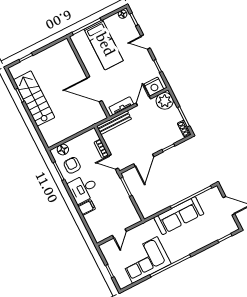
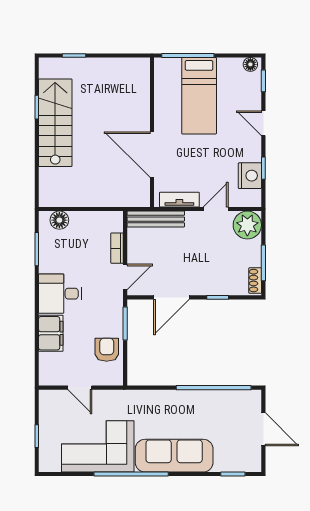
nightstand: (154, 87) -> (250, 176), moved, turned -90
door: (113, 162) -> (125, 277), swing flipped
armchair: (72, 165) -> (107, 350), moved
filing cabinet: (87, 207) -> (51, 333), width x2.00
sofa: (179, 216) -> (174, 456), moved, turned 180
door: (119, 233) -> (80, 388), hinge flipped

